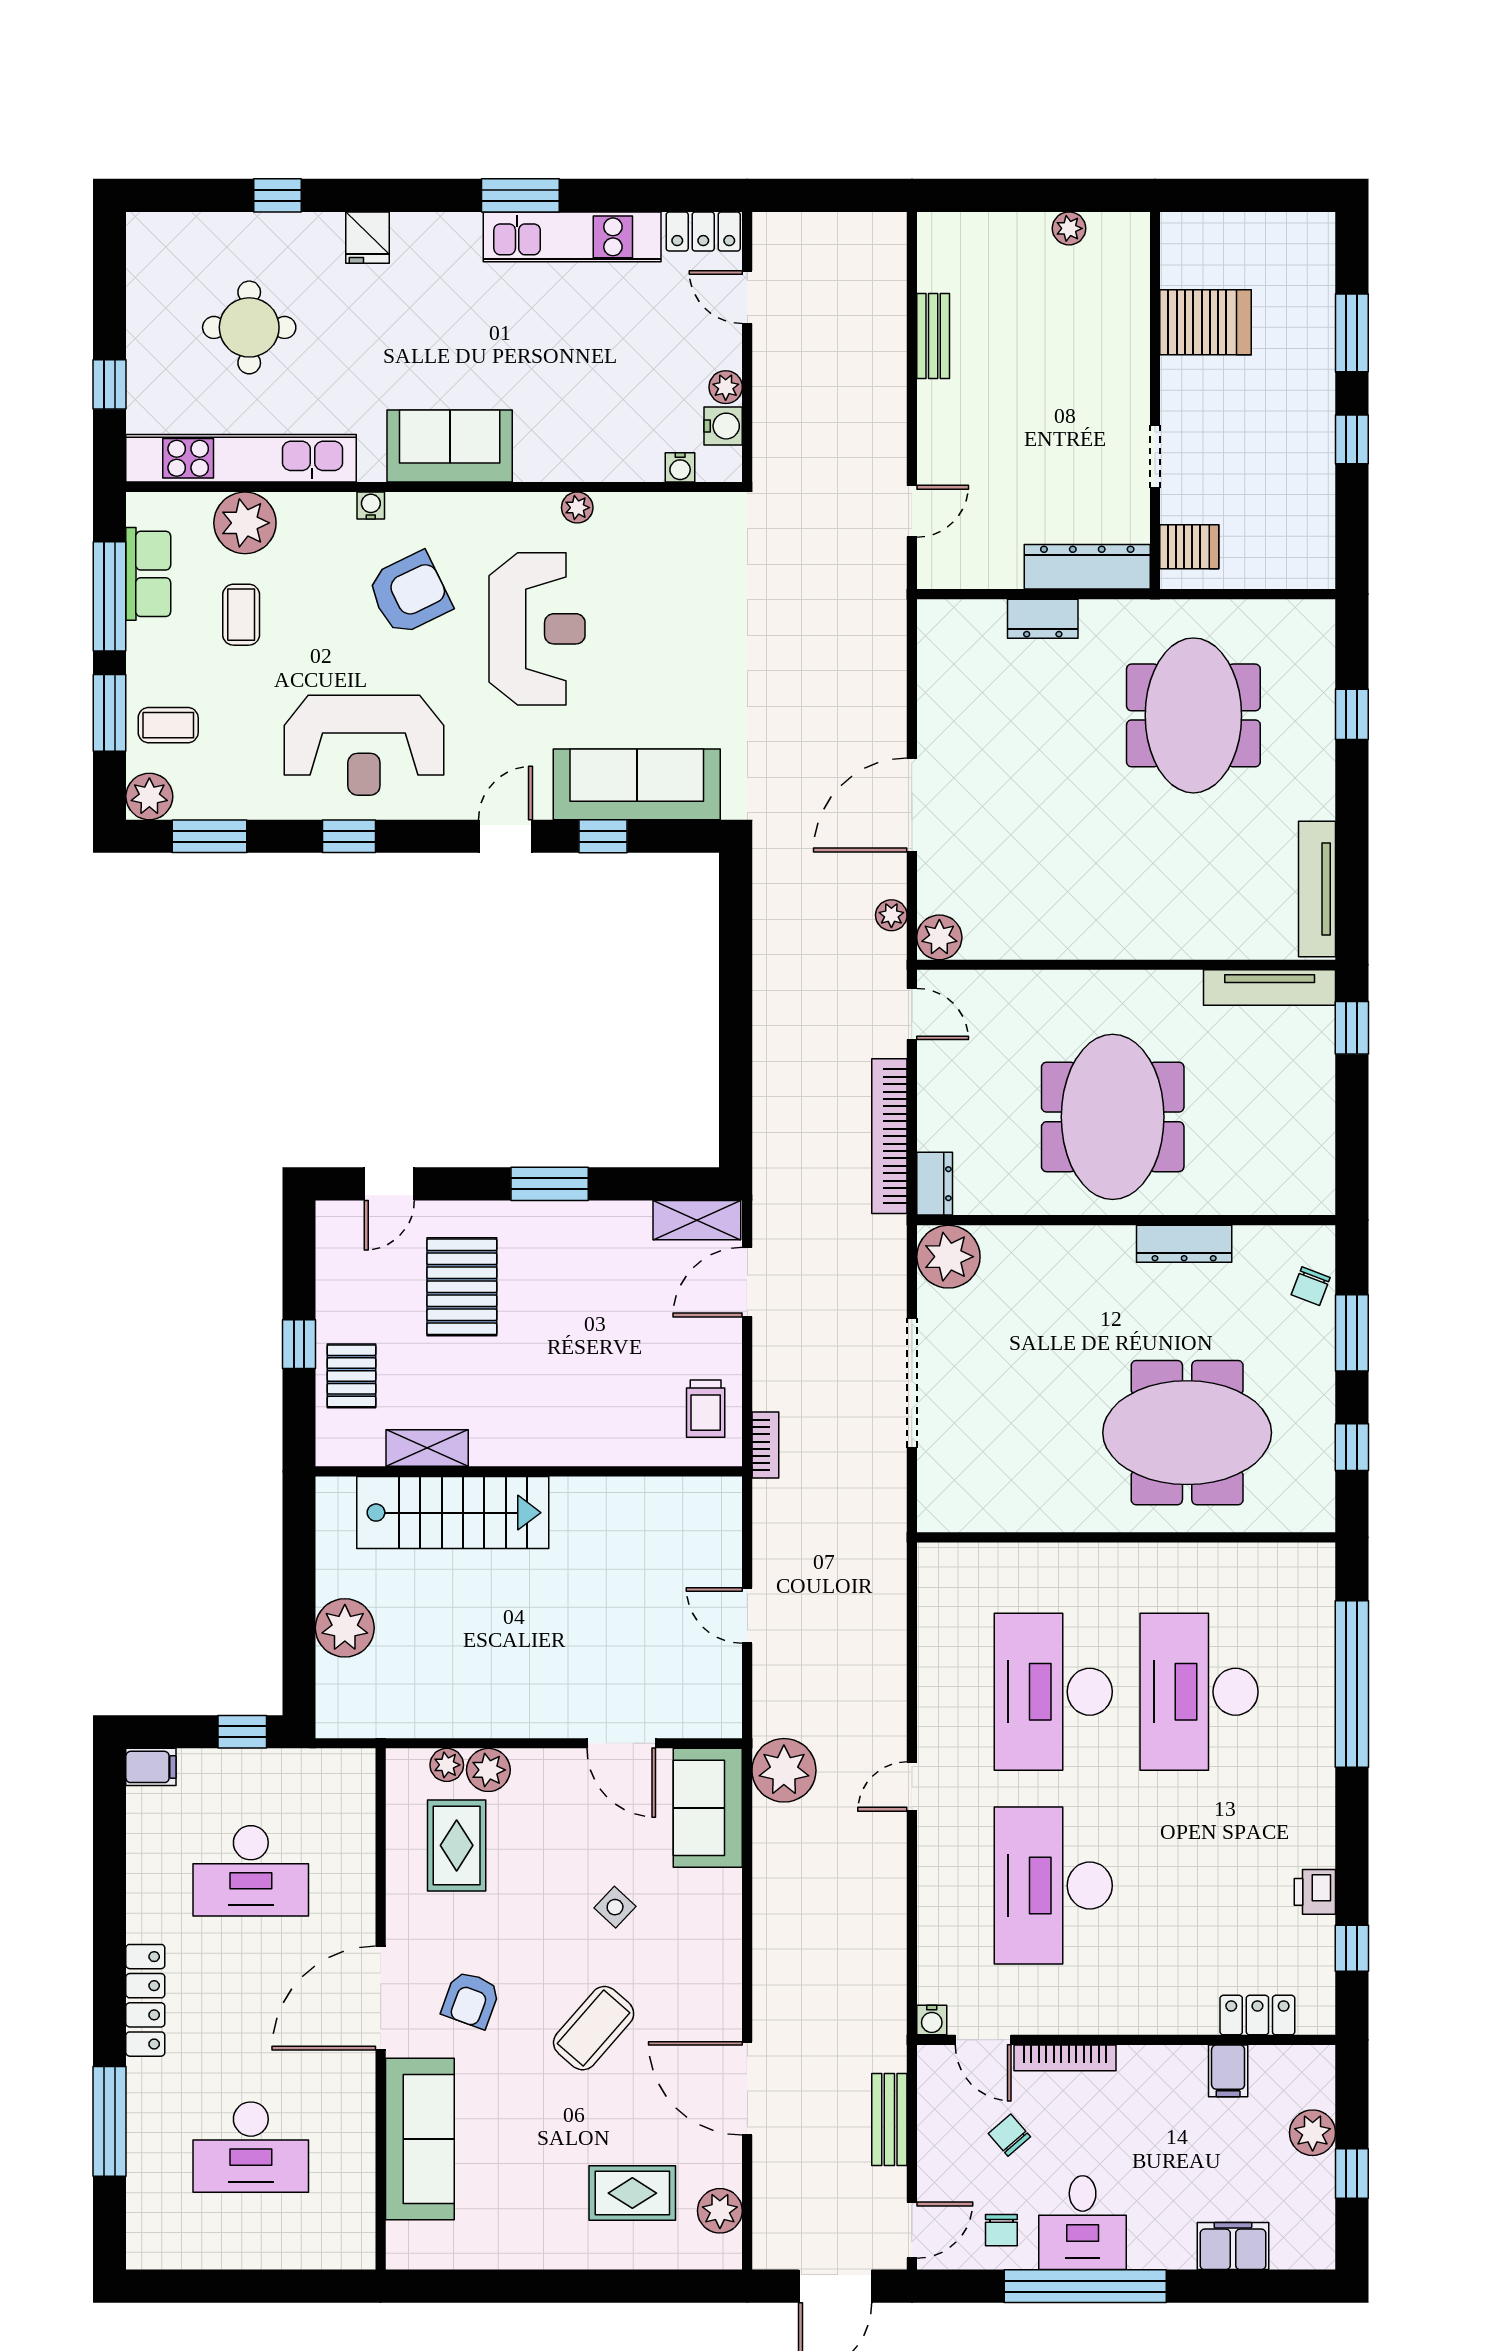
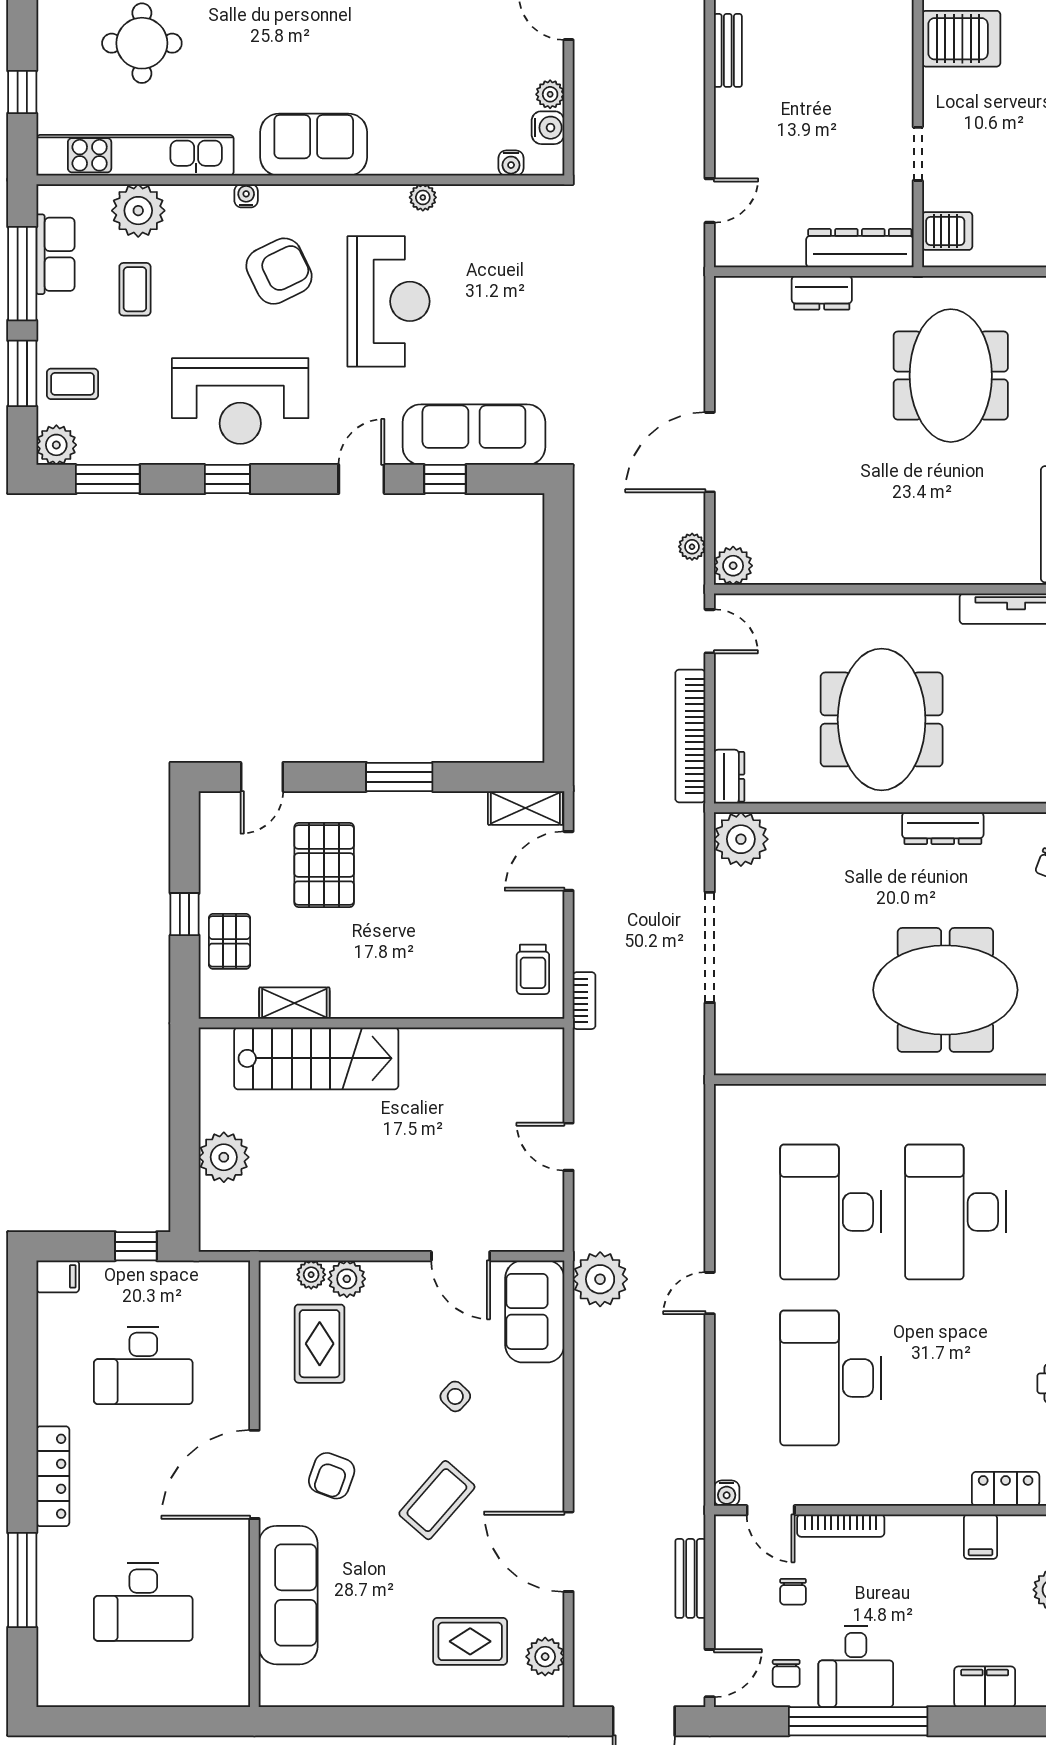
chair: (1009, 2135) -> (793, 1592), turned -139

